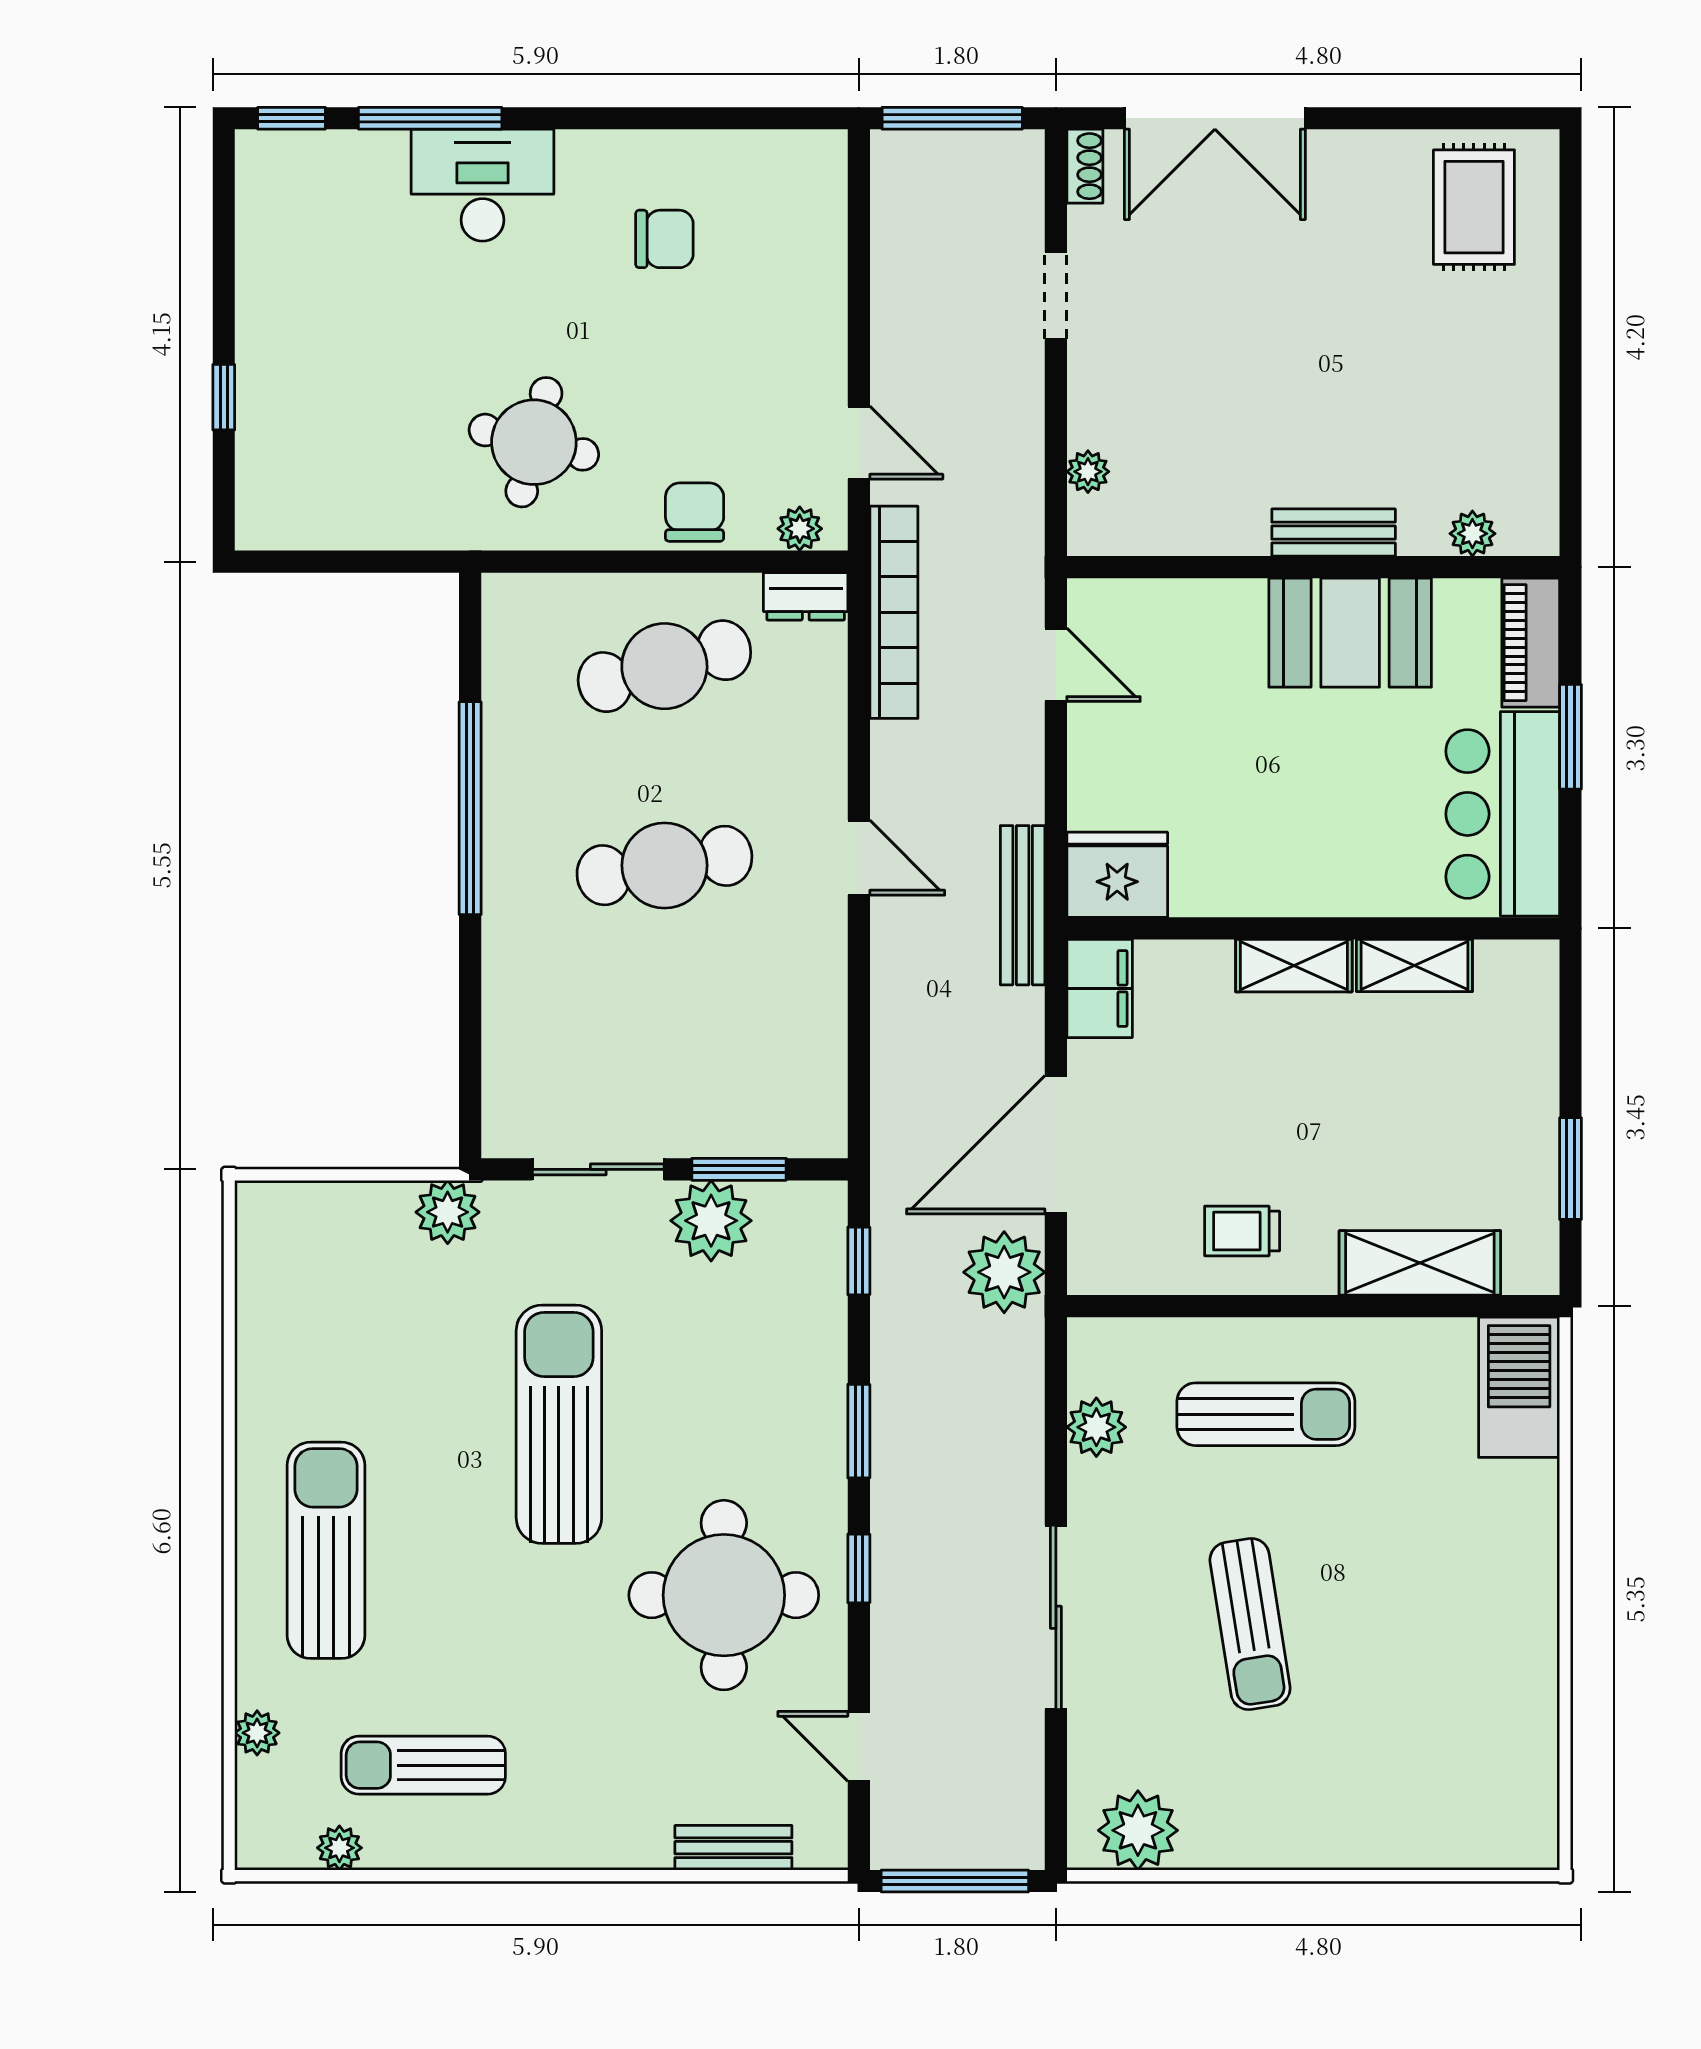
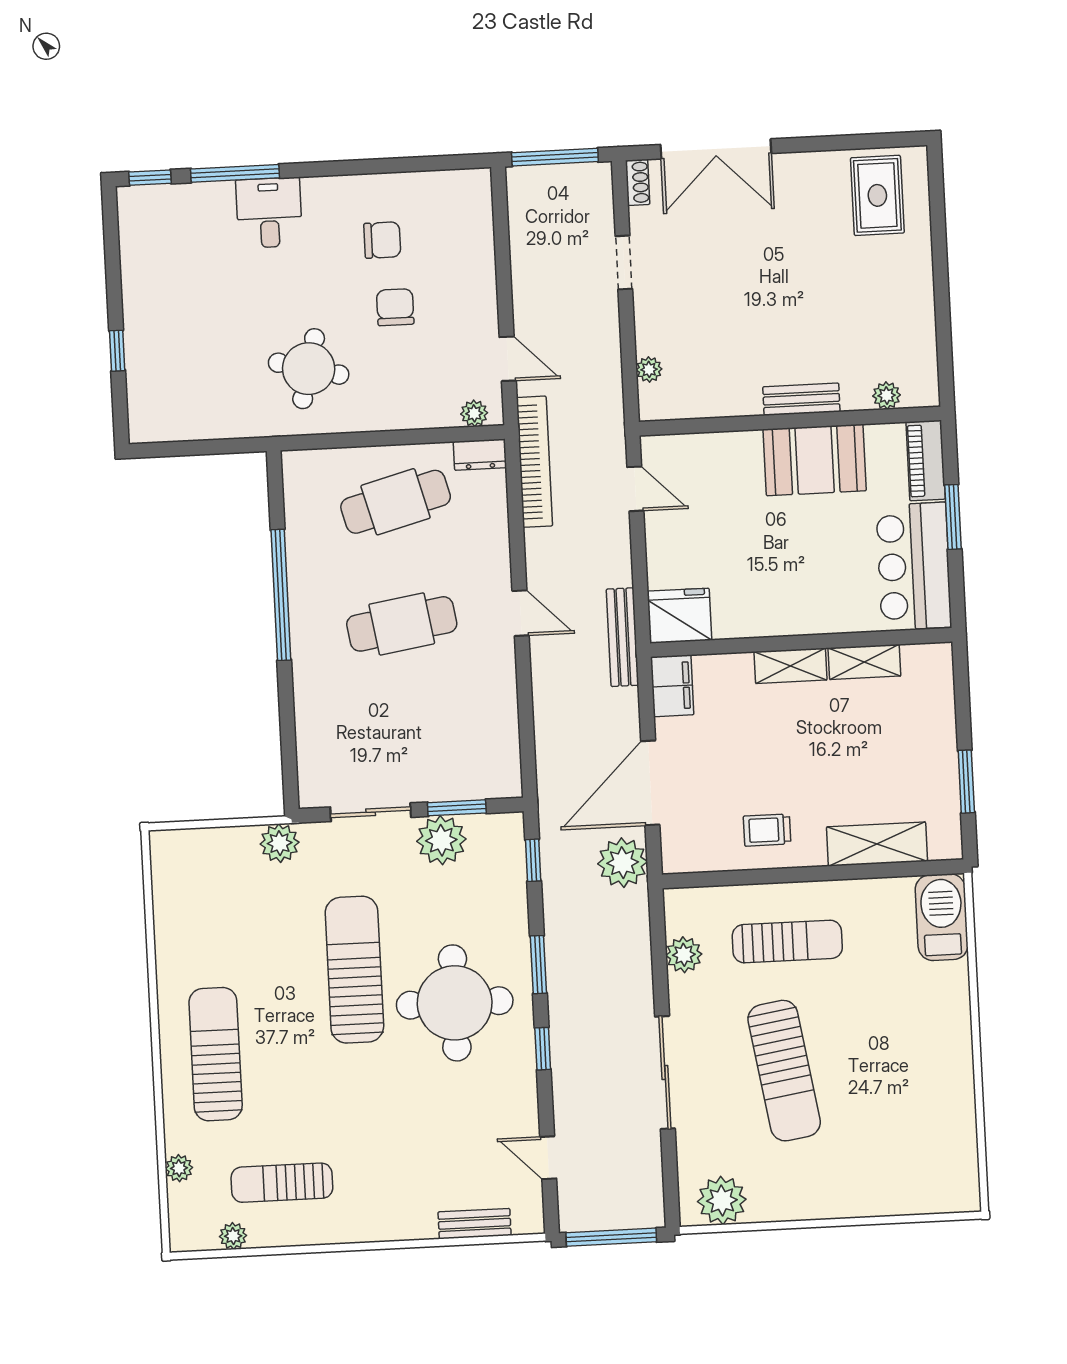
desk: (483, 185) -> (269, 213), width x0.73
chair: (695, 512) -> (395, 307), moved
round table: (724, 1595) -> (455, 1003), moved
sun lounger: (1250, 1624) -> (784, 1071), width x1.36, depth x1.34

